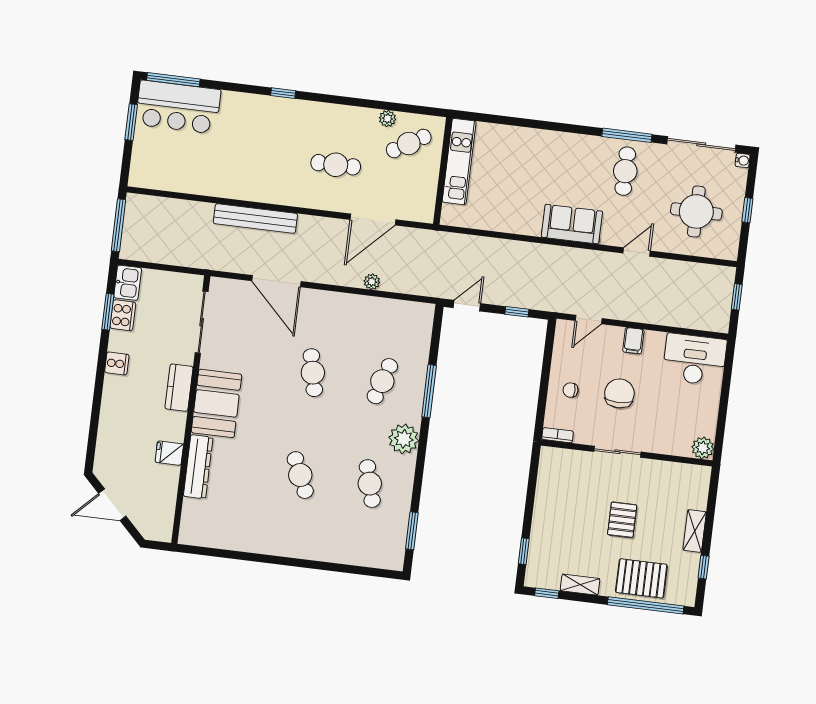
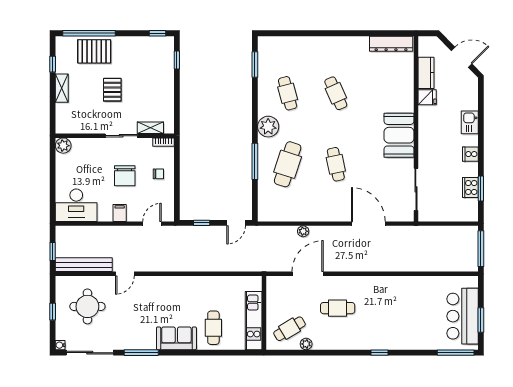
bar counter: (178, 107) -> (463, 316), moved, turned -90
cafe table: (625, 171) -> (213, 328), moved
bench: (255, 219) -> (84, 265), moved
sofa: (572, 224) -> (176, 338), moved, turned 180
kitchen sink: (128, 283) -> (470, 122), moved
cafe table: (382, 381) -> (288, 164), width x1.37, depth x1.35
kitchen counter: (179, 388) -> (426, 73), moved
dresser: (198, 467) -> (391, 44), moved, turned -90
shelving: (580, 585) -> (150, 128), moved

